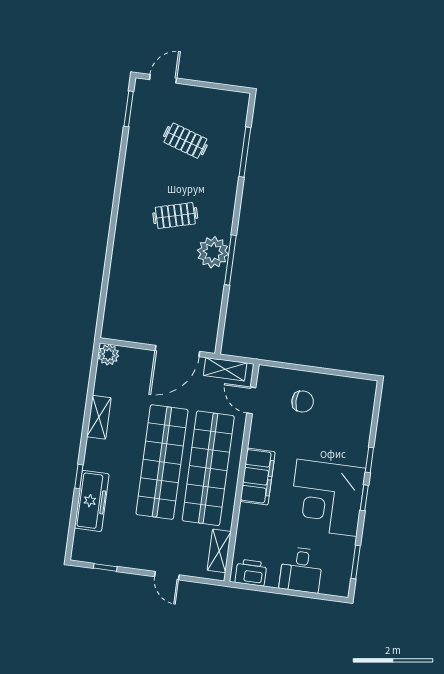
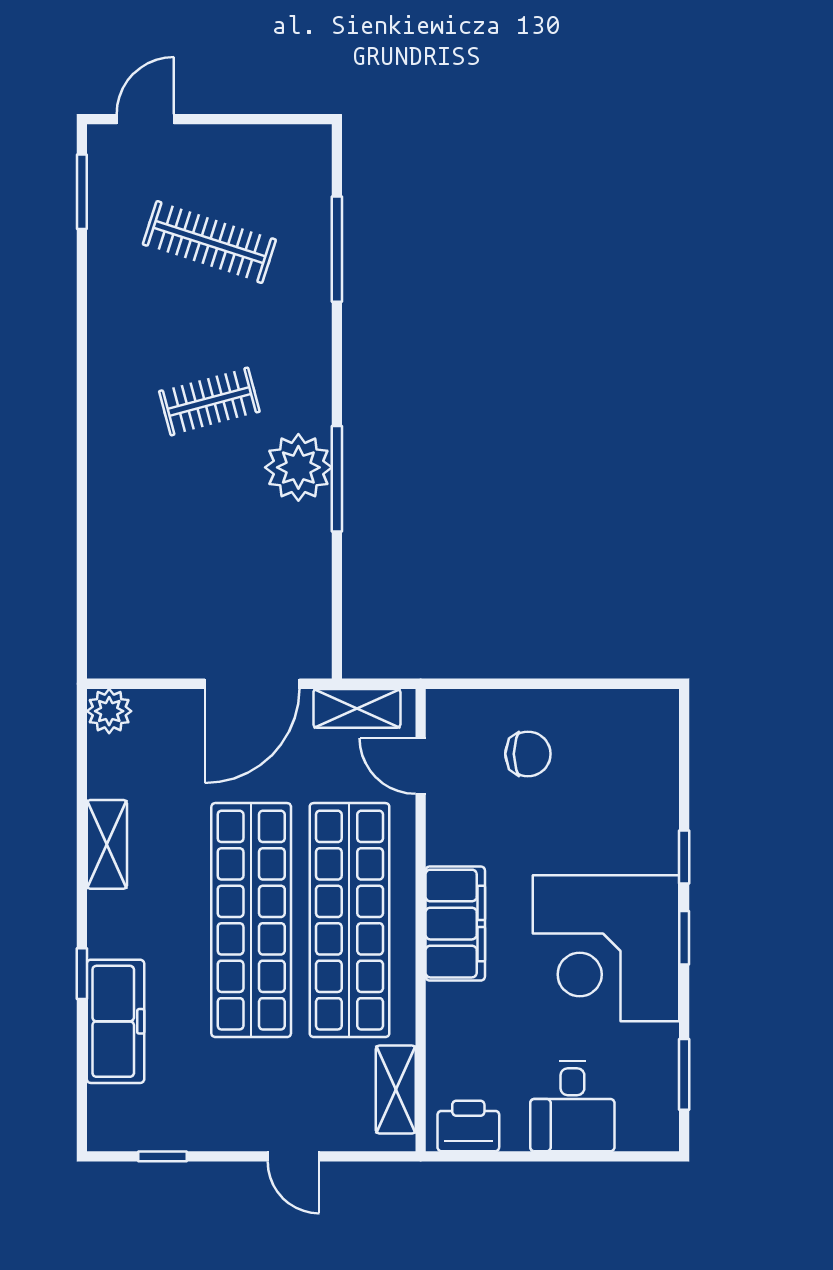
clothes rail: (185, 141) -> (209, 242), width x1.36

